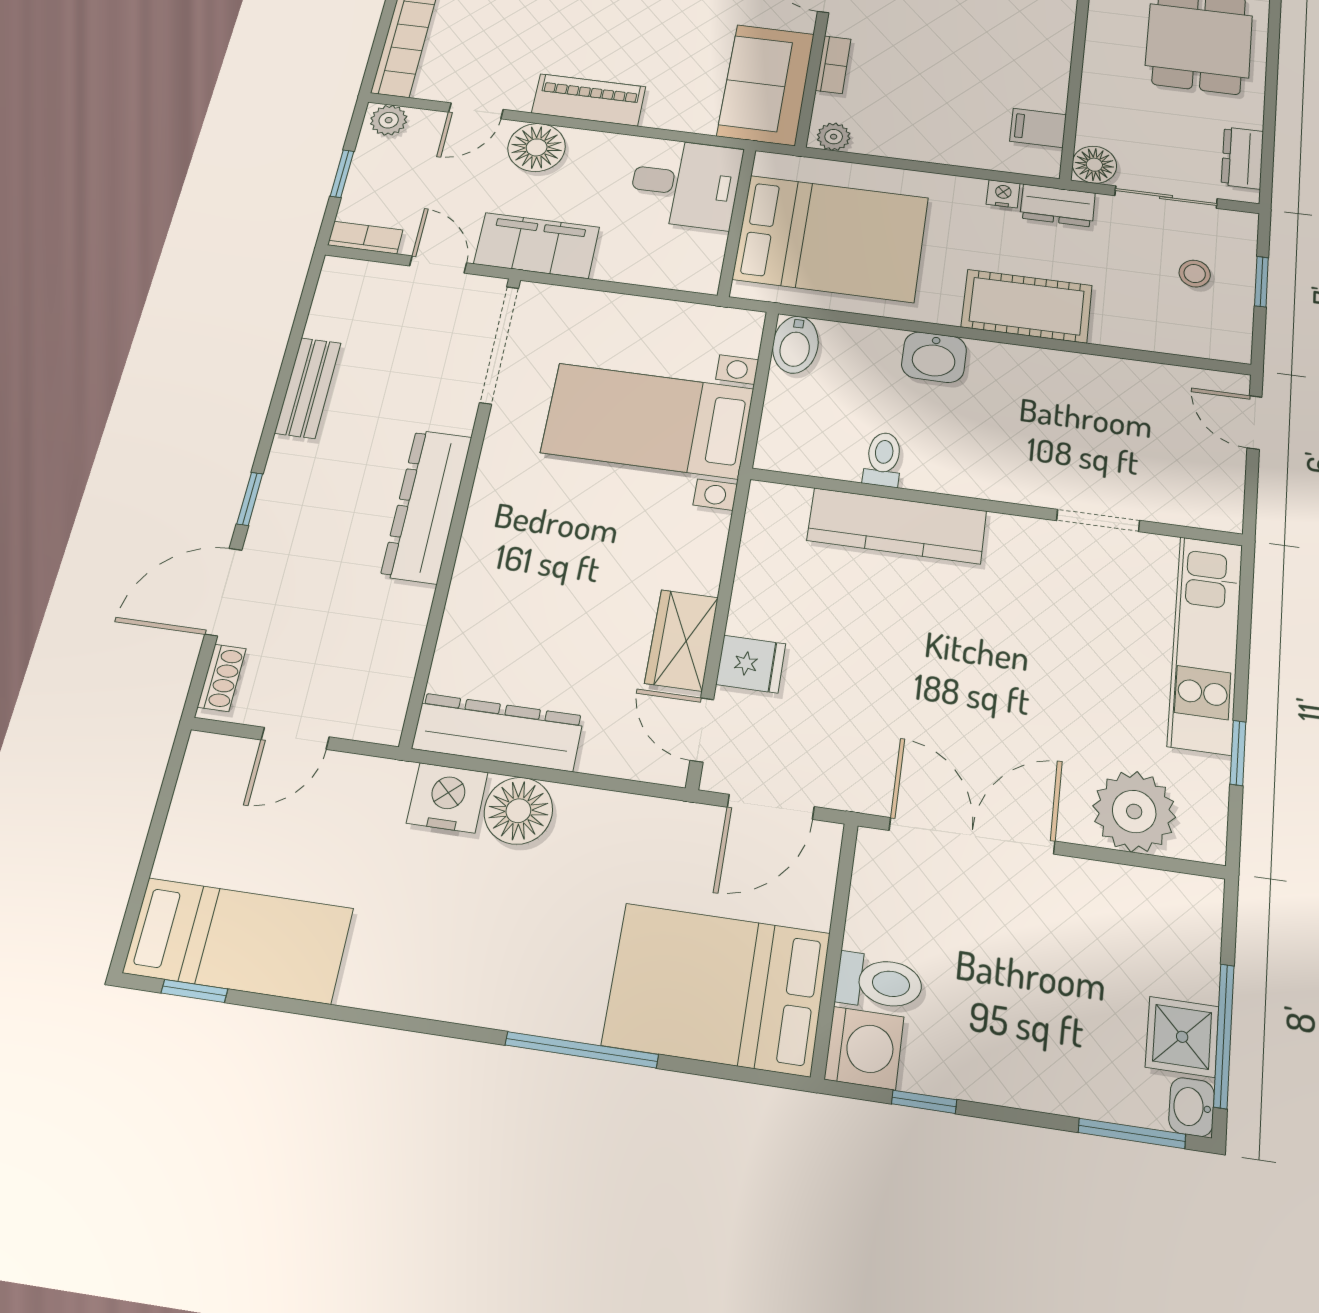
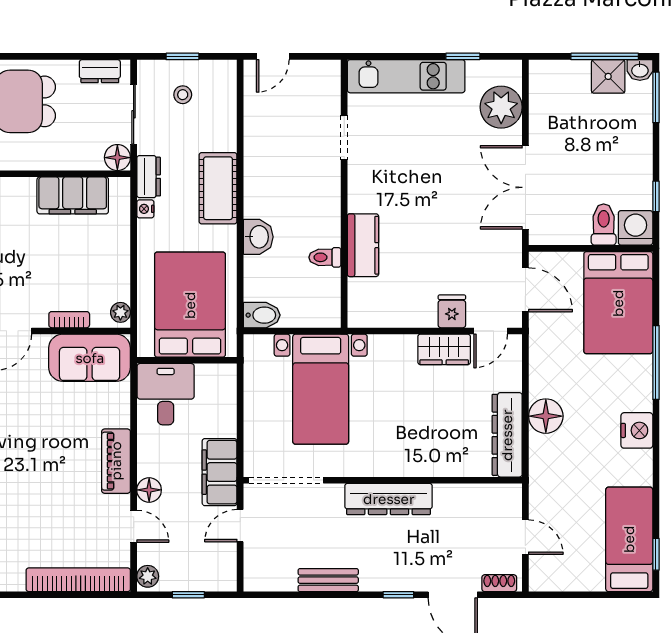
filing cabinet: (1038, 128) -> (73, 195), width x3.00, depth x1.17
floor lamp: (537, 147) -> (149, 490), width x0.73, depth x0.73
bookcase: (365, 238) -> (229, 571), removed
kitchen counter: (897, 526) -> (363, 245), width x0.67
nightstand: (447, 798) -> (637, 430), moved, turned 180

